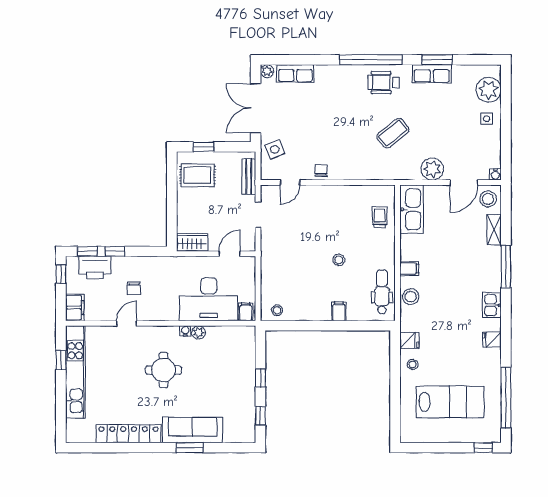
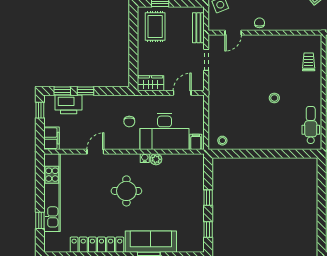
rug: (198, 175) -> (155, 26), turned 90
chair: (134, 288) -> (129, 122), moved
filing cabinet: (339, 311) -> (274, 141), removed
window: (61, 360) -> (40, 220), moved

